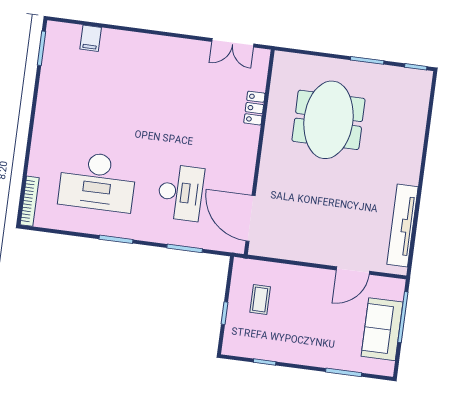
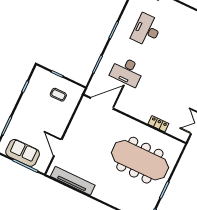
meeting table: (329, 120) -> (140, 160), width x1.36
desk: (97, 182) -> (147, 30), width x0.73, depth x0.77

